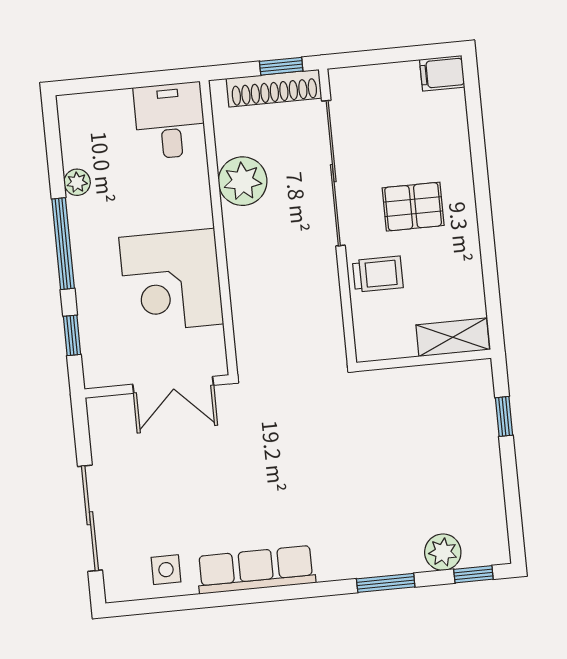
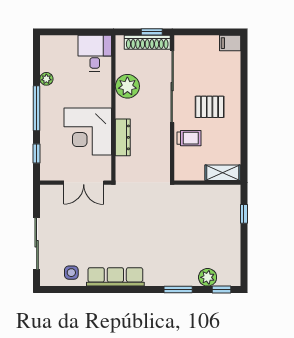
dresser: (243, 286) -> (123, 137), added

